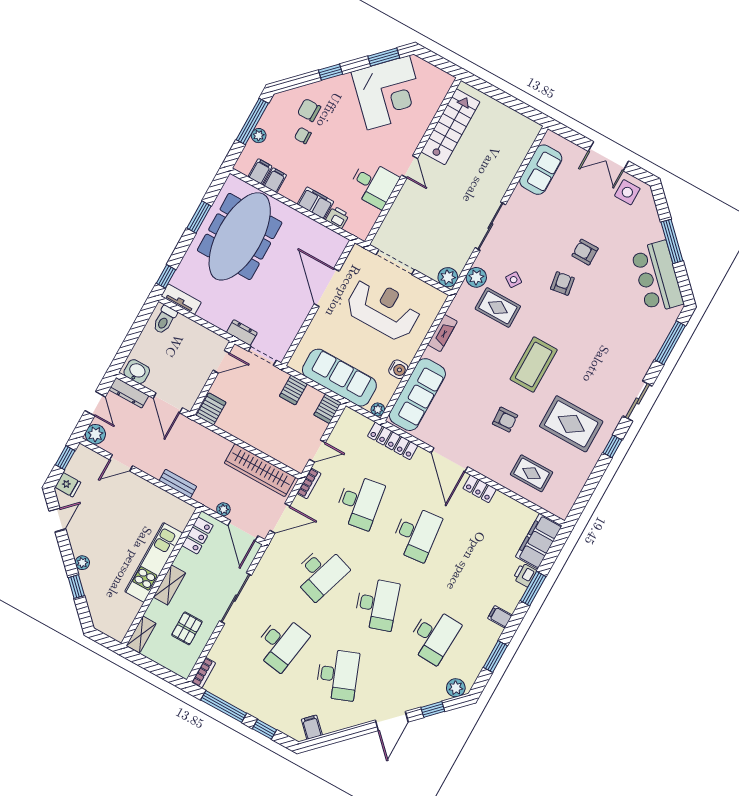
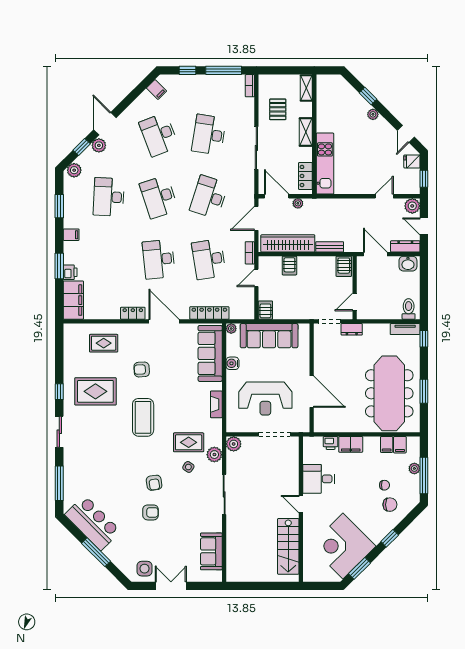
server rack: (293, 390) -> (289, 266), moved, turned 180
bench: (178, 484) -> (330, 247), moved
kitchen unit: (154, 562) -> (325, 164), moved
plant: (412, 700) -> (99, 145), added

